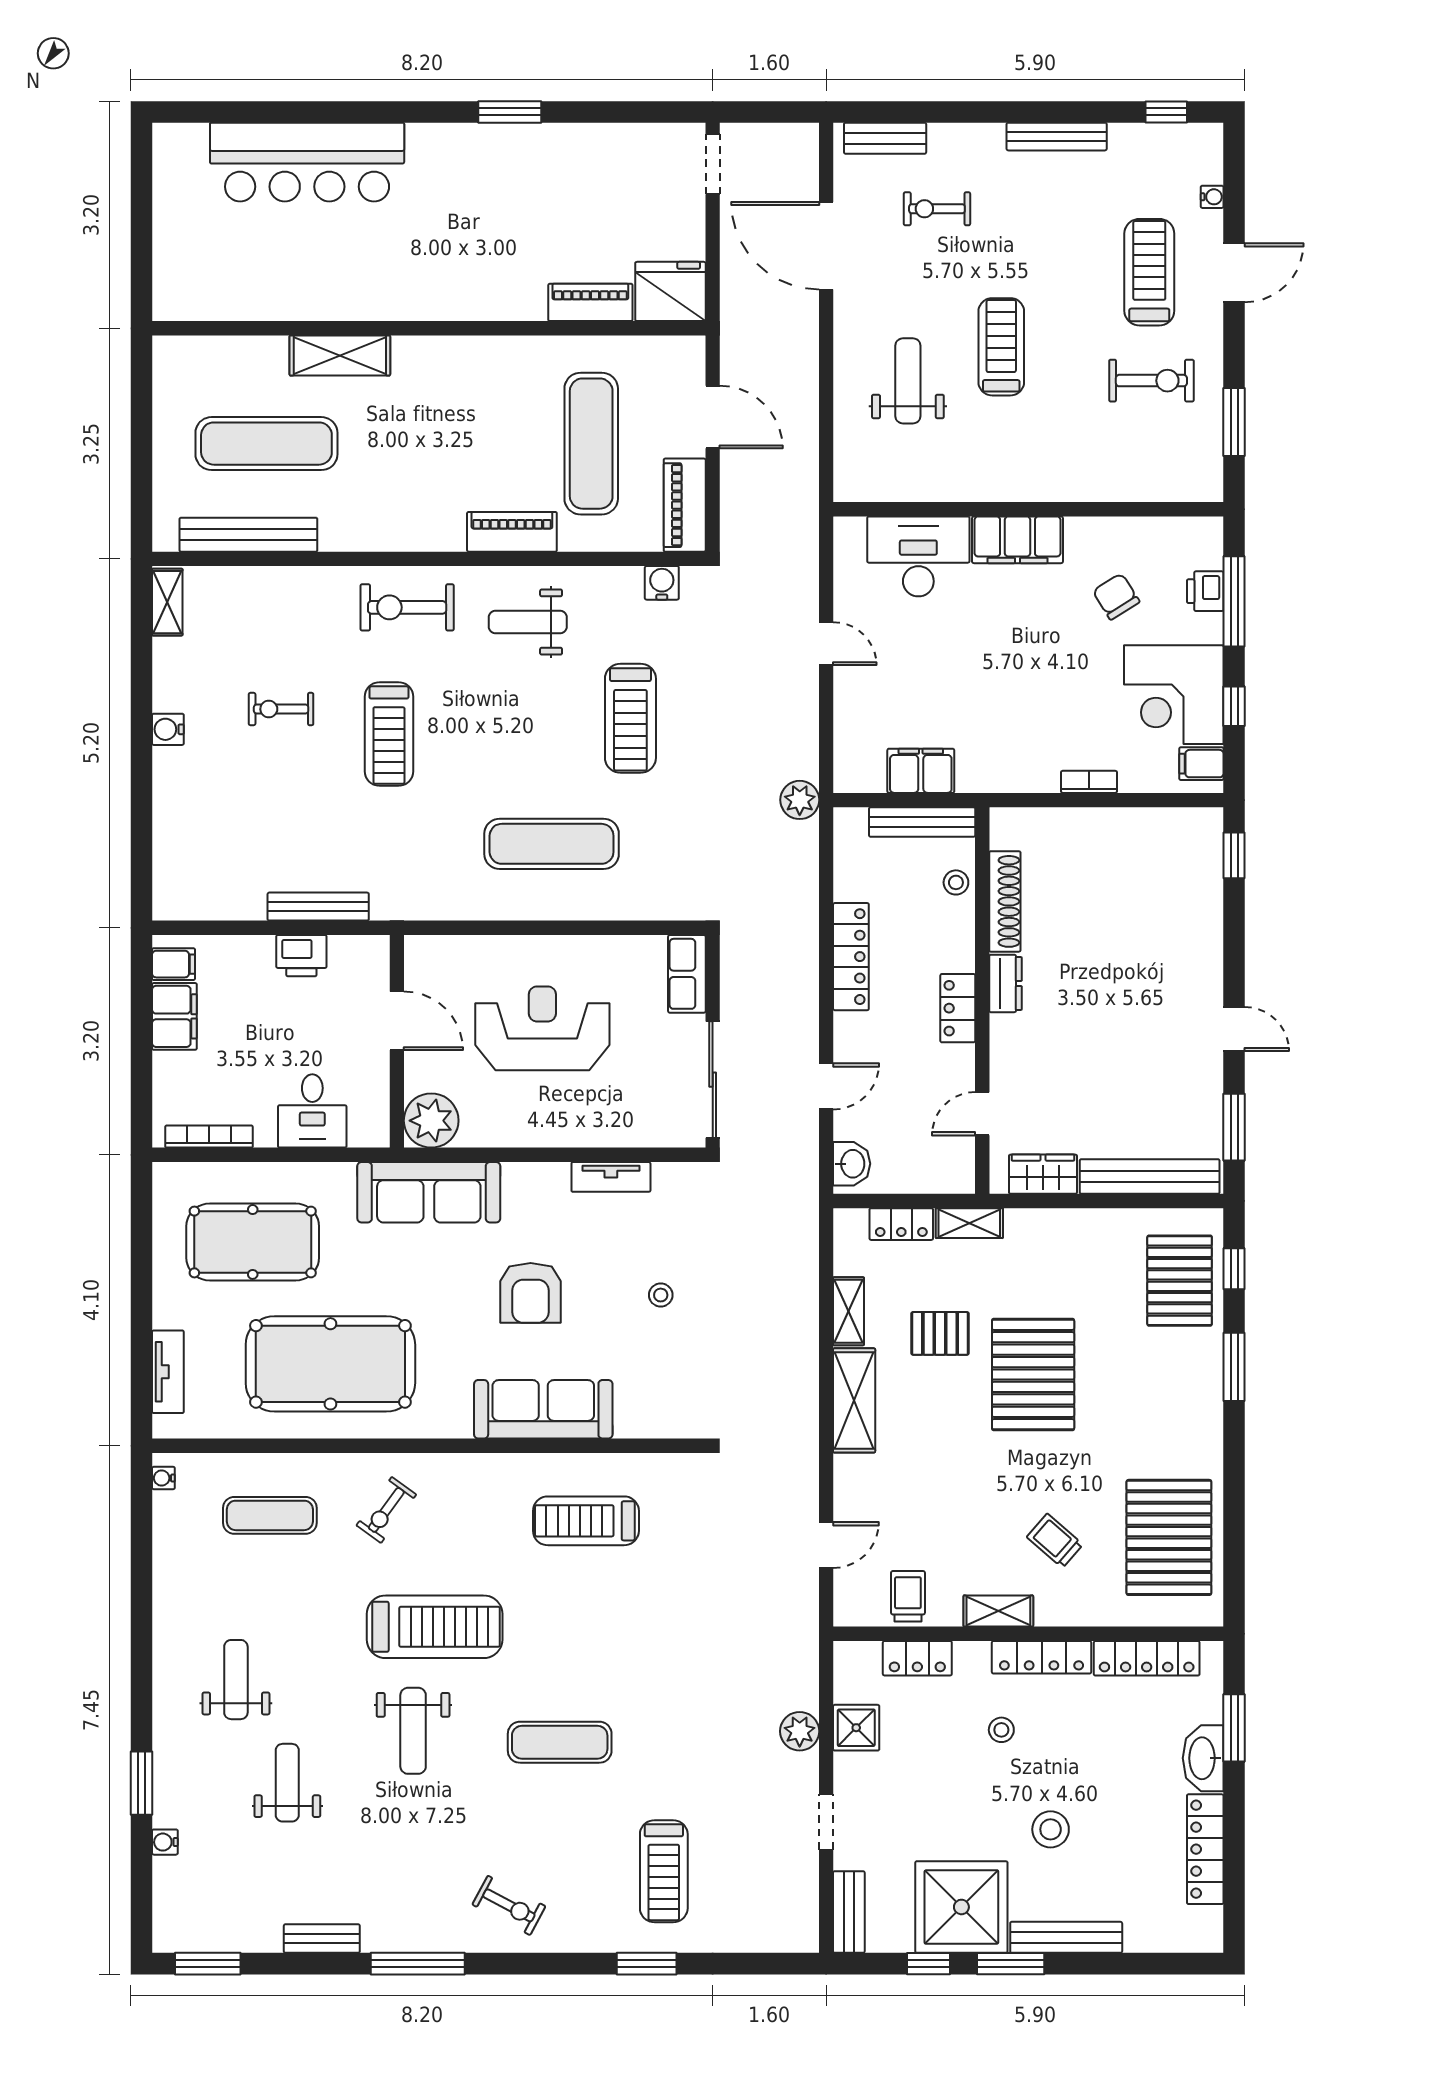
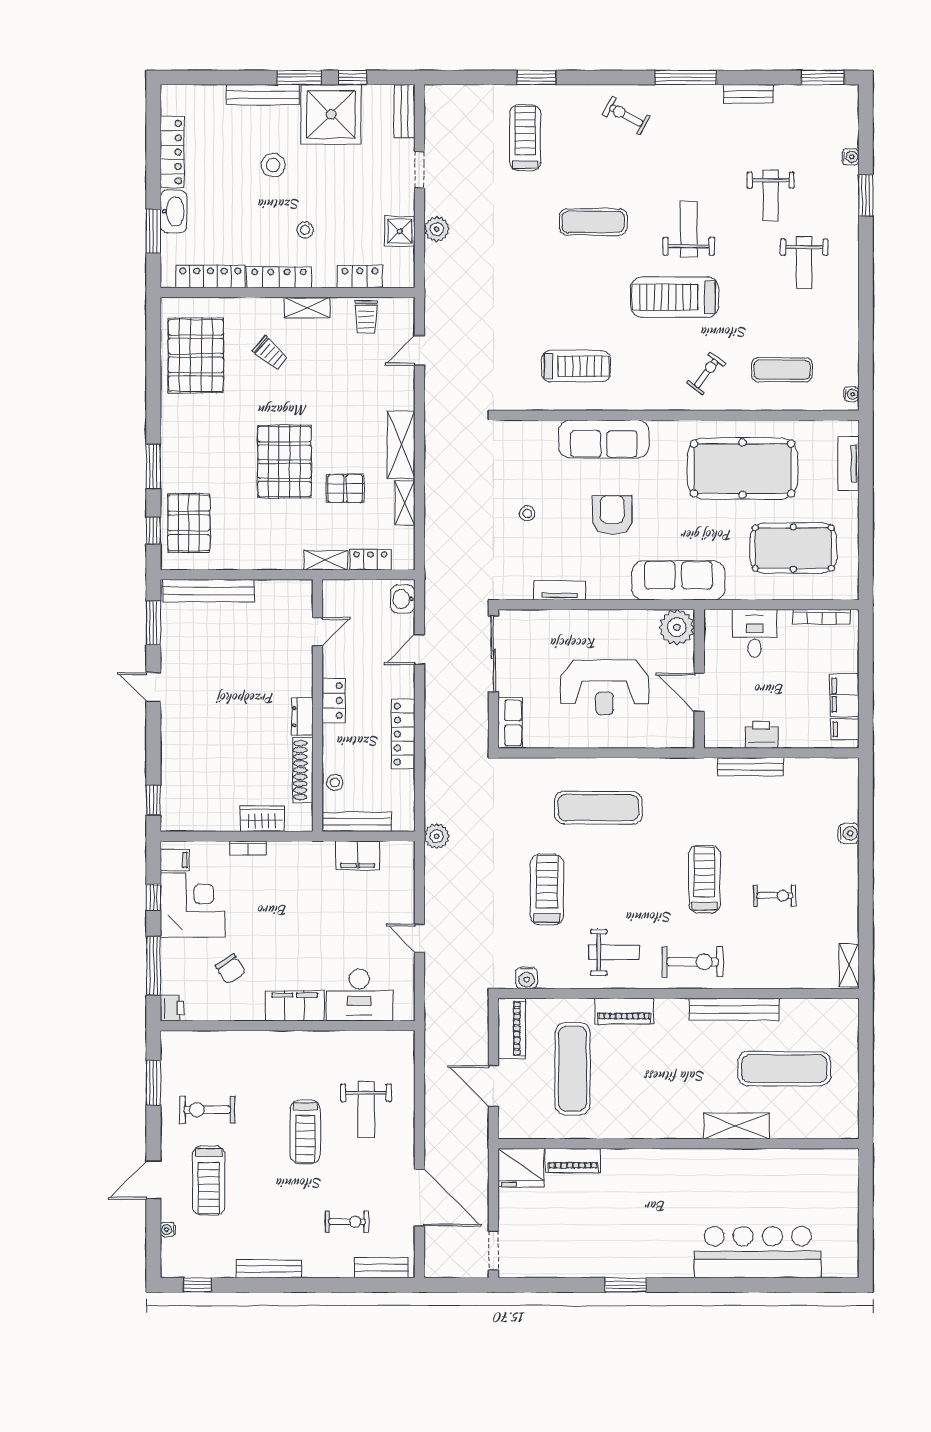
bench: (248, 535) -> (734, 1009), moved
printer: (1205, 591) -> (172, 1008), moved
water cooler: (168, 729) -> (849, 833), moved
wardrobe: (1043, 1174) -> (262, 819), moved, turned 180

